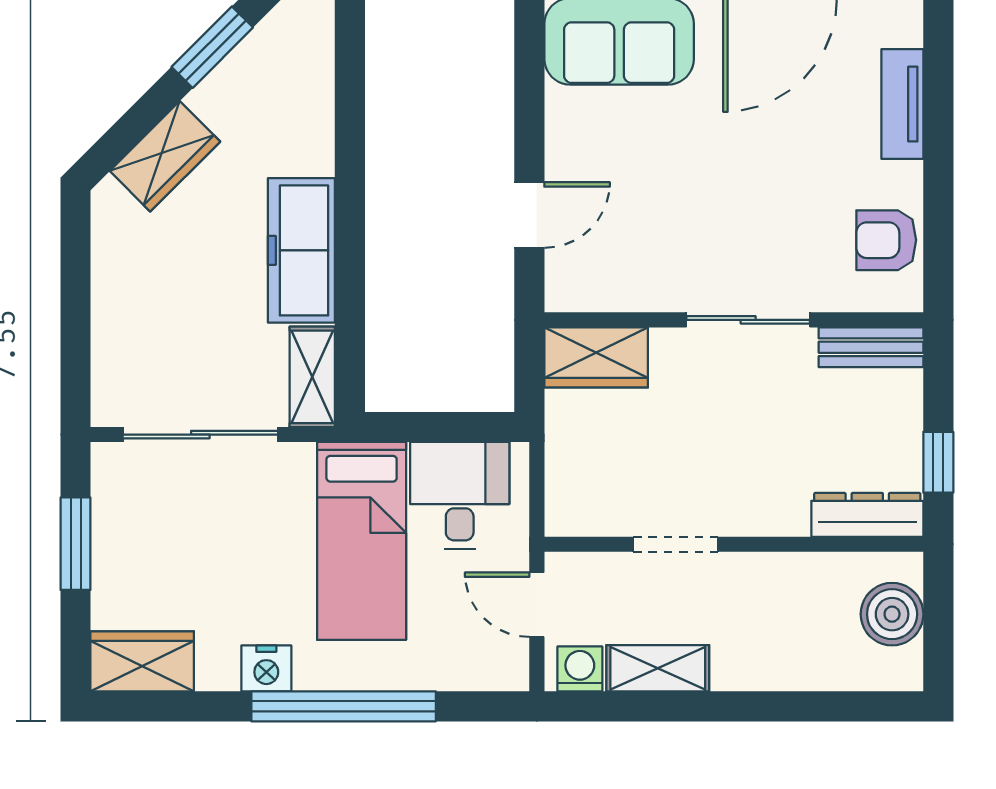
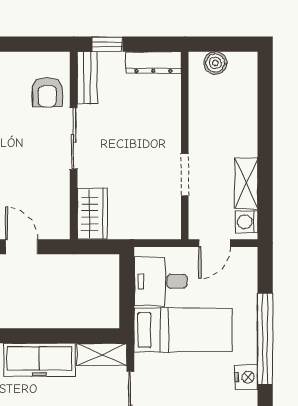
armchair: (886, 240) -> (47, 92), moved
window: (938, 462) -> (107, 44), moved
dresser: (867, 515) -> (153, 62), moved, turned -90
boiler: (892, 614) -> (215, 63), width x0.73, depth x0.73

